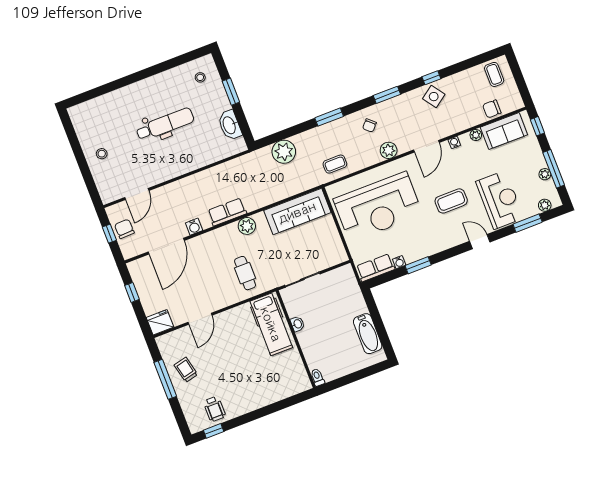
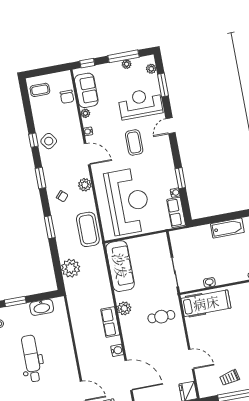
coffee table: (335, 164) -> (88, 229), width x1.86, depth x1.72

